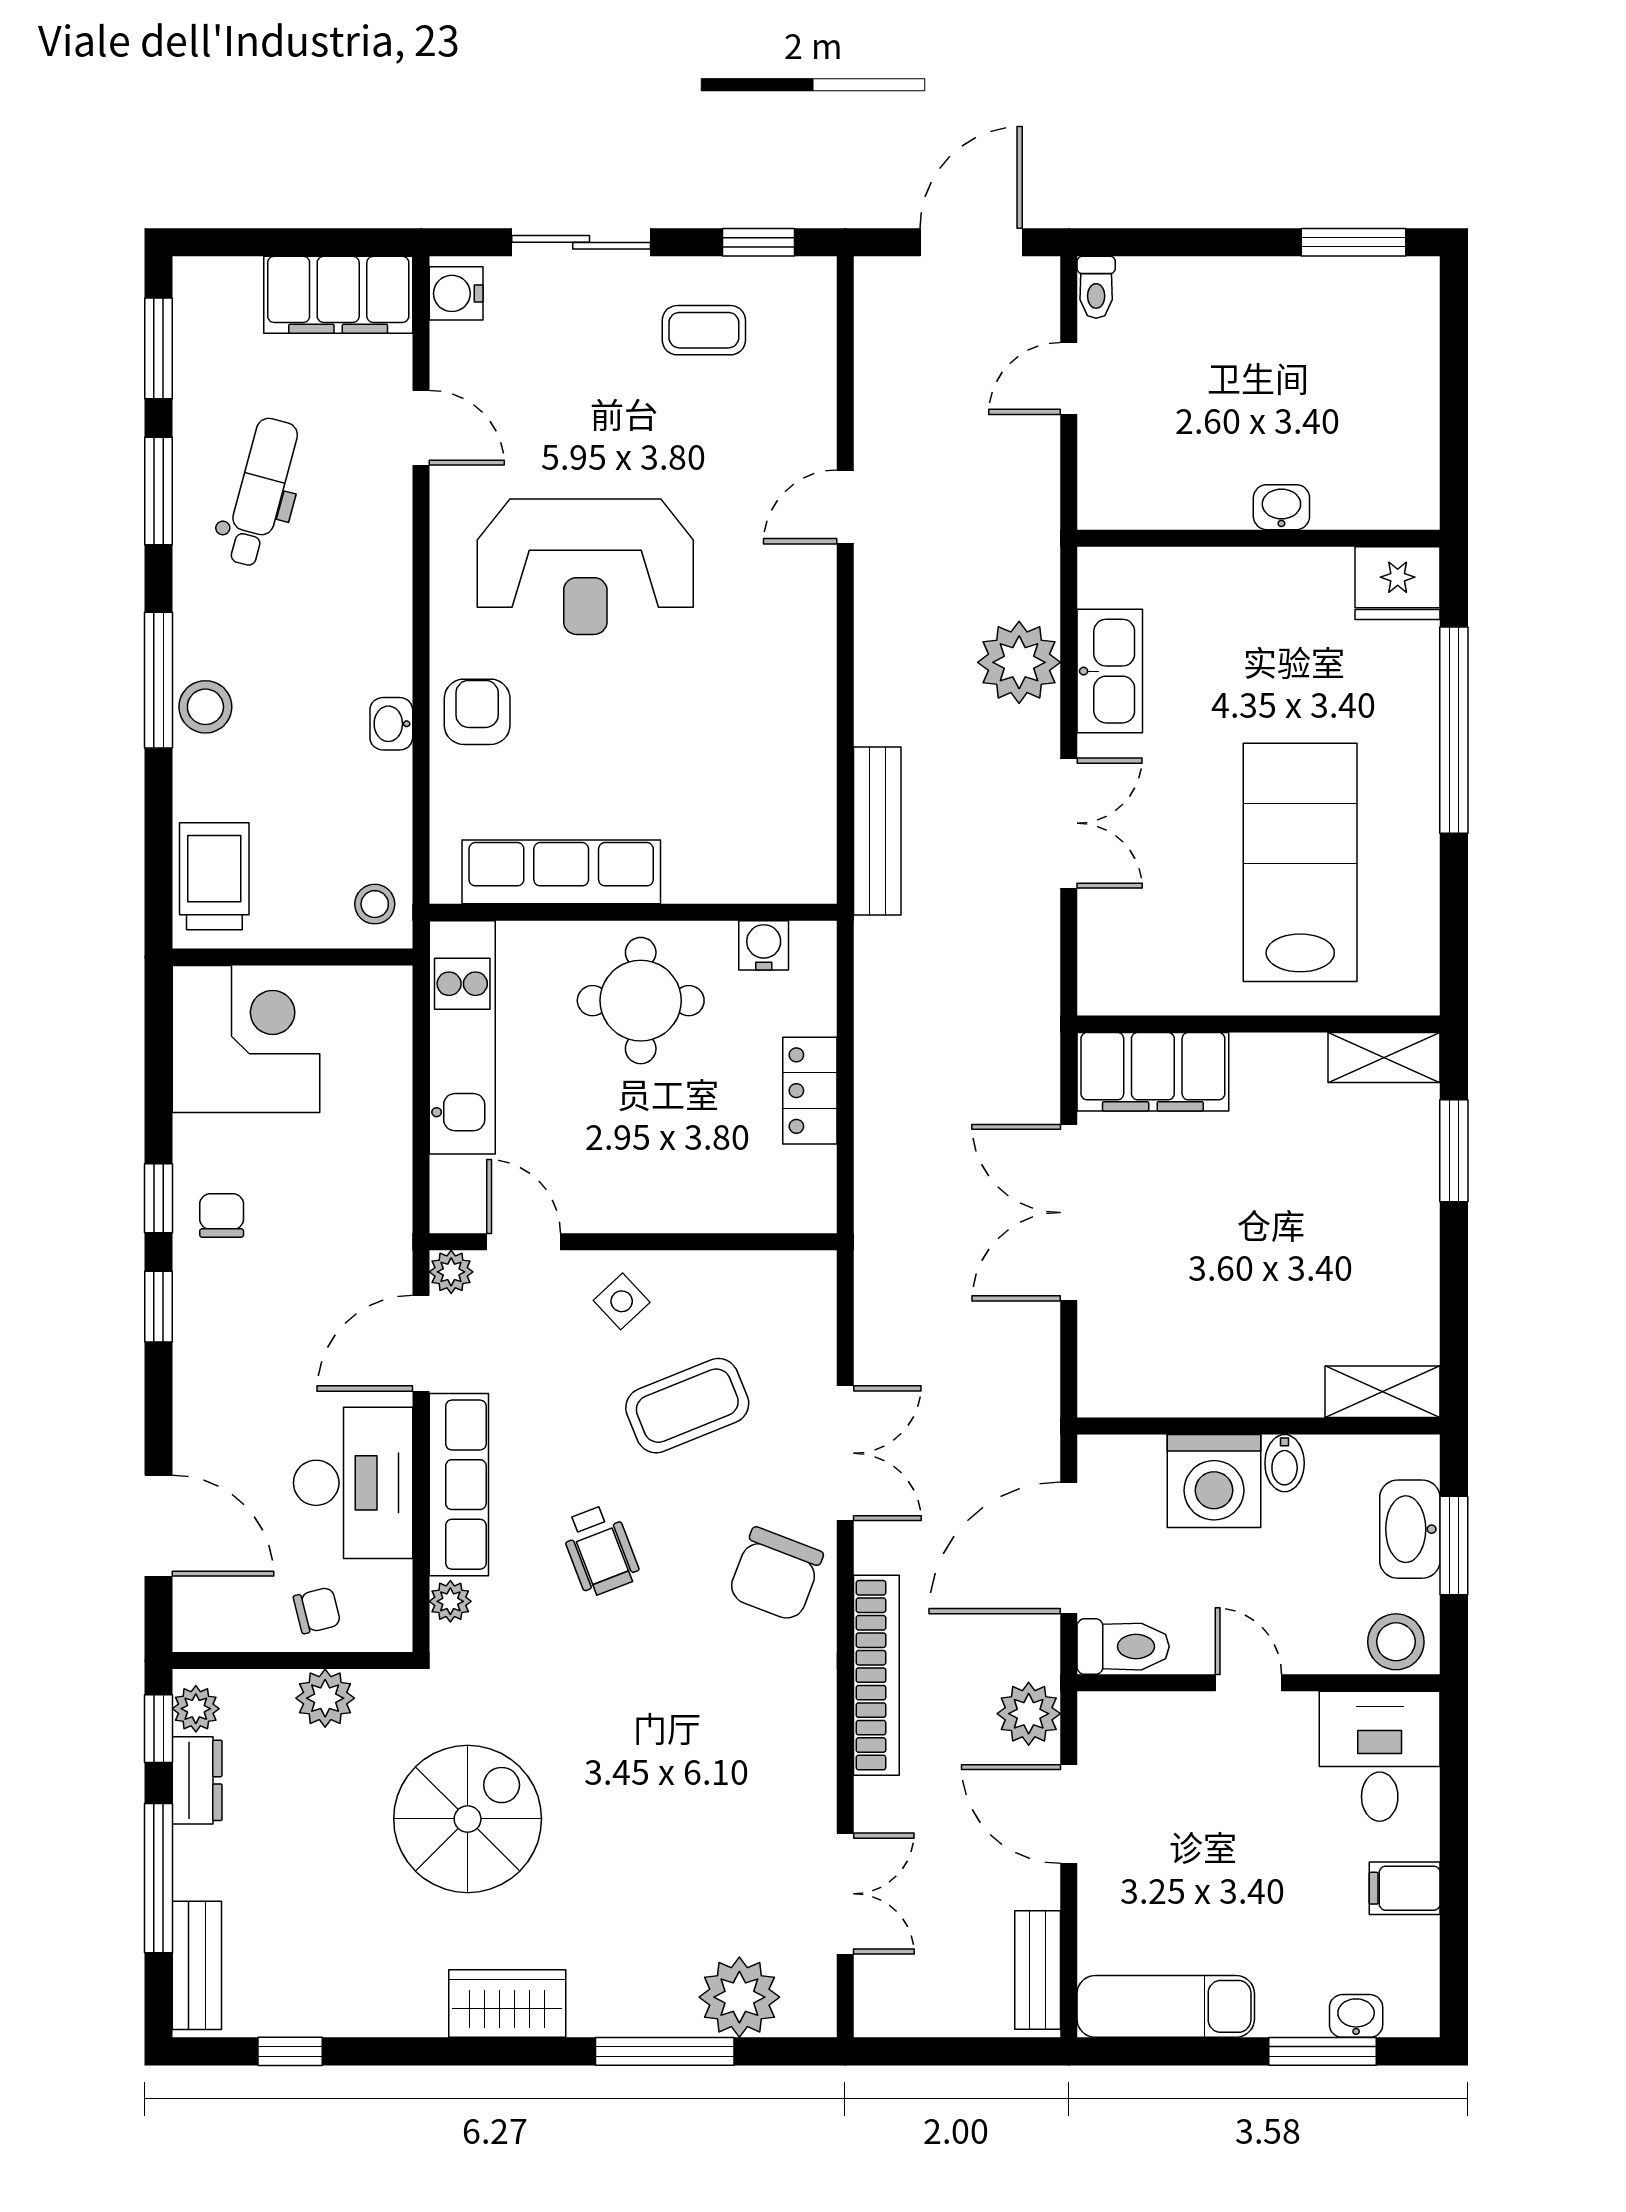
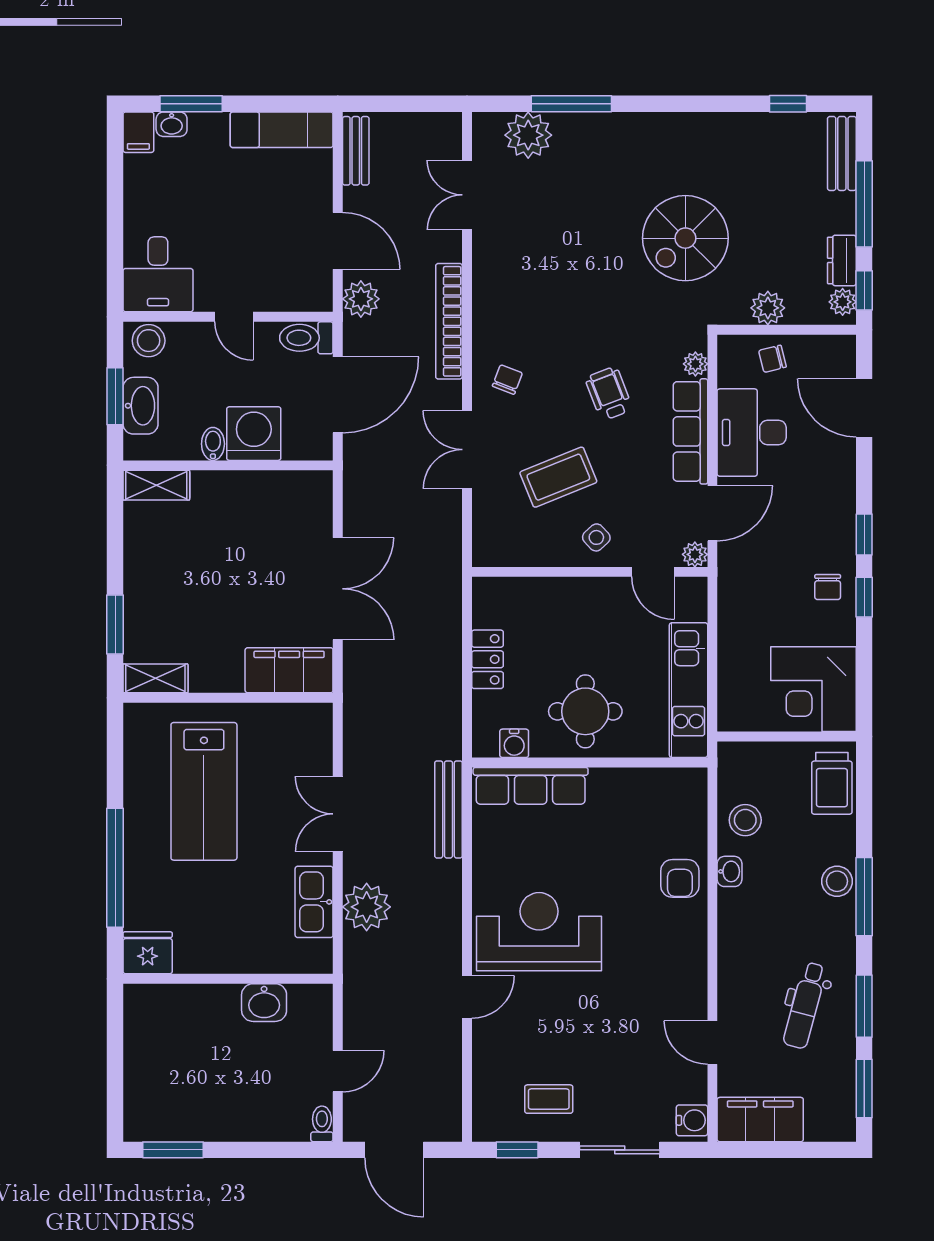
door: (971, 242) -> (394, 1150), hinge flipped
washbasin: (1281, 507) -> (264, 1003), moved, width x1.38, depth x1.45
reception desk: (585, 567) -> (539, 932), moved
row of seats: (561, 872) -> (531, 786), moved
stool: (375, 904) -> (745, 820), moved, width x1.37, depth x1.37
chair: (775, 1574) -> (507, 380), width x0.54, depth x0.54
filing cabinet: (1405, 1888) -> (138, 132), moved, turned 90
wardrobe: (507, 2004) -> (663, 131), removed

